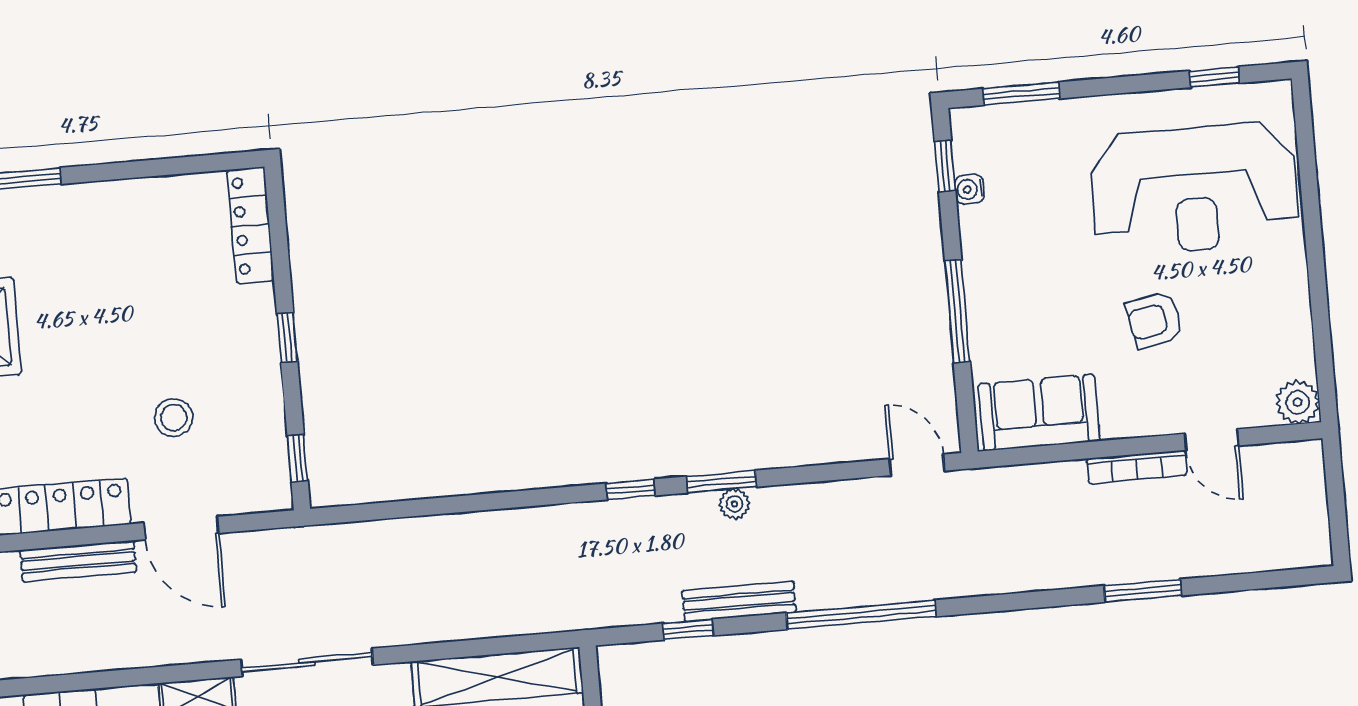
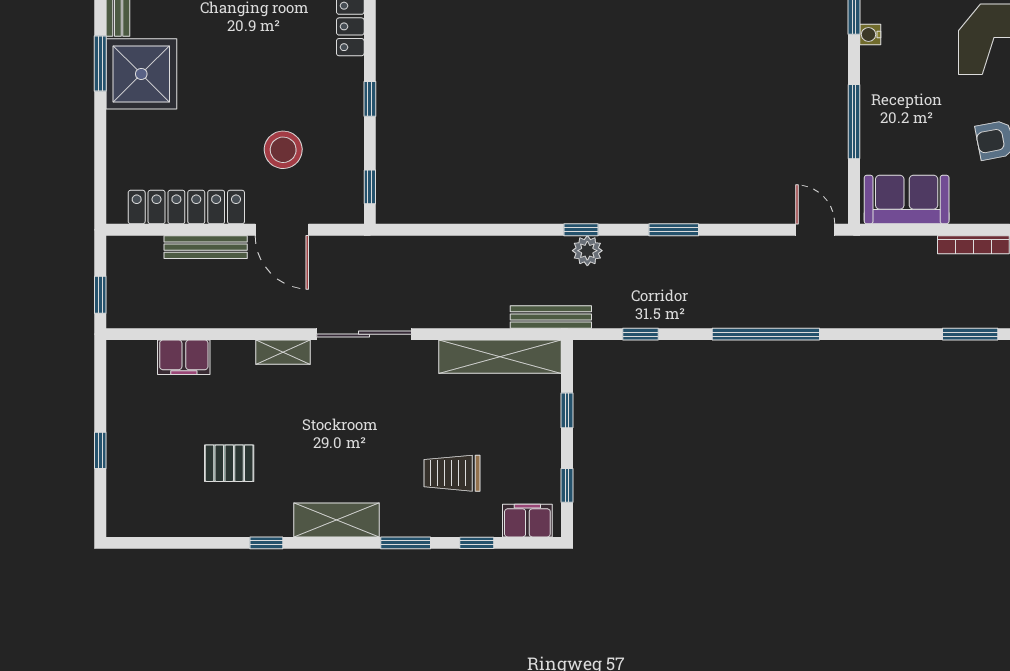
stool: (174, 418) -> (283, 150), width x1.38, depth x1.38
window: (631, 489) -> (581, 230), moved
plant: (734, 504) -> (587, 251), moved, width x1.38, depth x1.38
bench: (739, 601) -> (551, 317), moved

